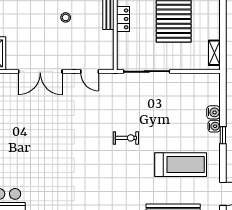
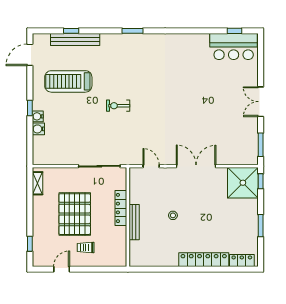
locker: (123, 19) -> (121, 208), width x1.53

